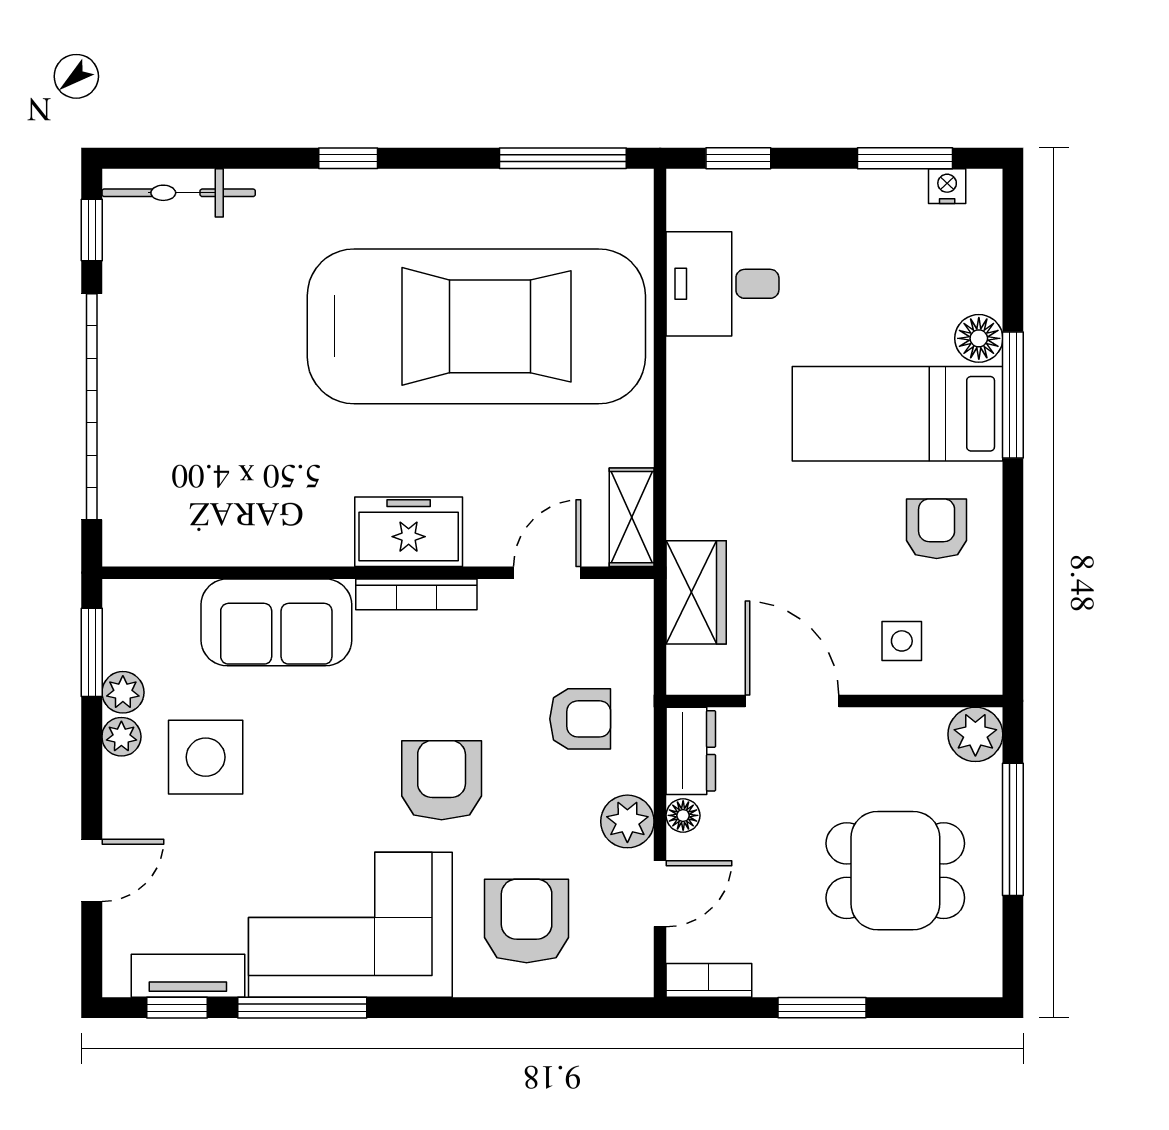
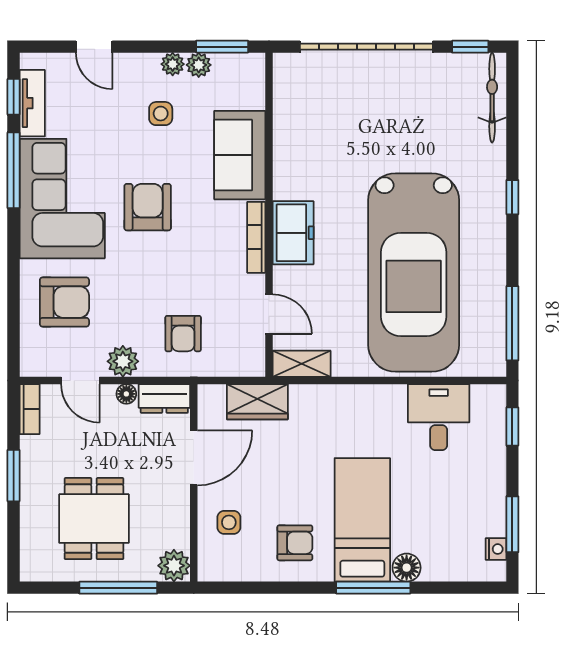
side table: (206, 757) -> (161, 114), width x0.54, depth x0.54
armchair: (442, 780) -> (148, 207), moved, turned -90

